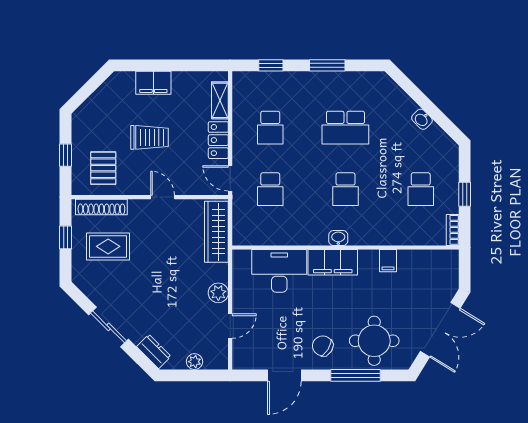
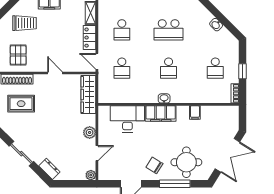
trolley: (149, 137) -> (24, 23), moved
plant: (194, 362) -> (91, 175), moved

